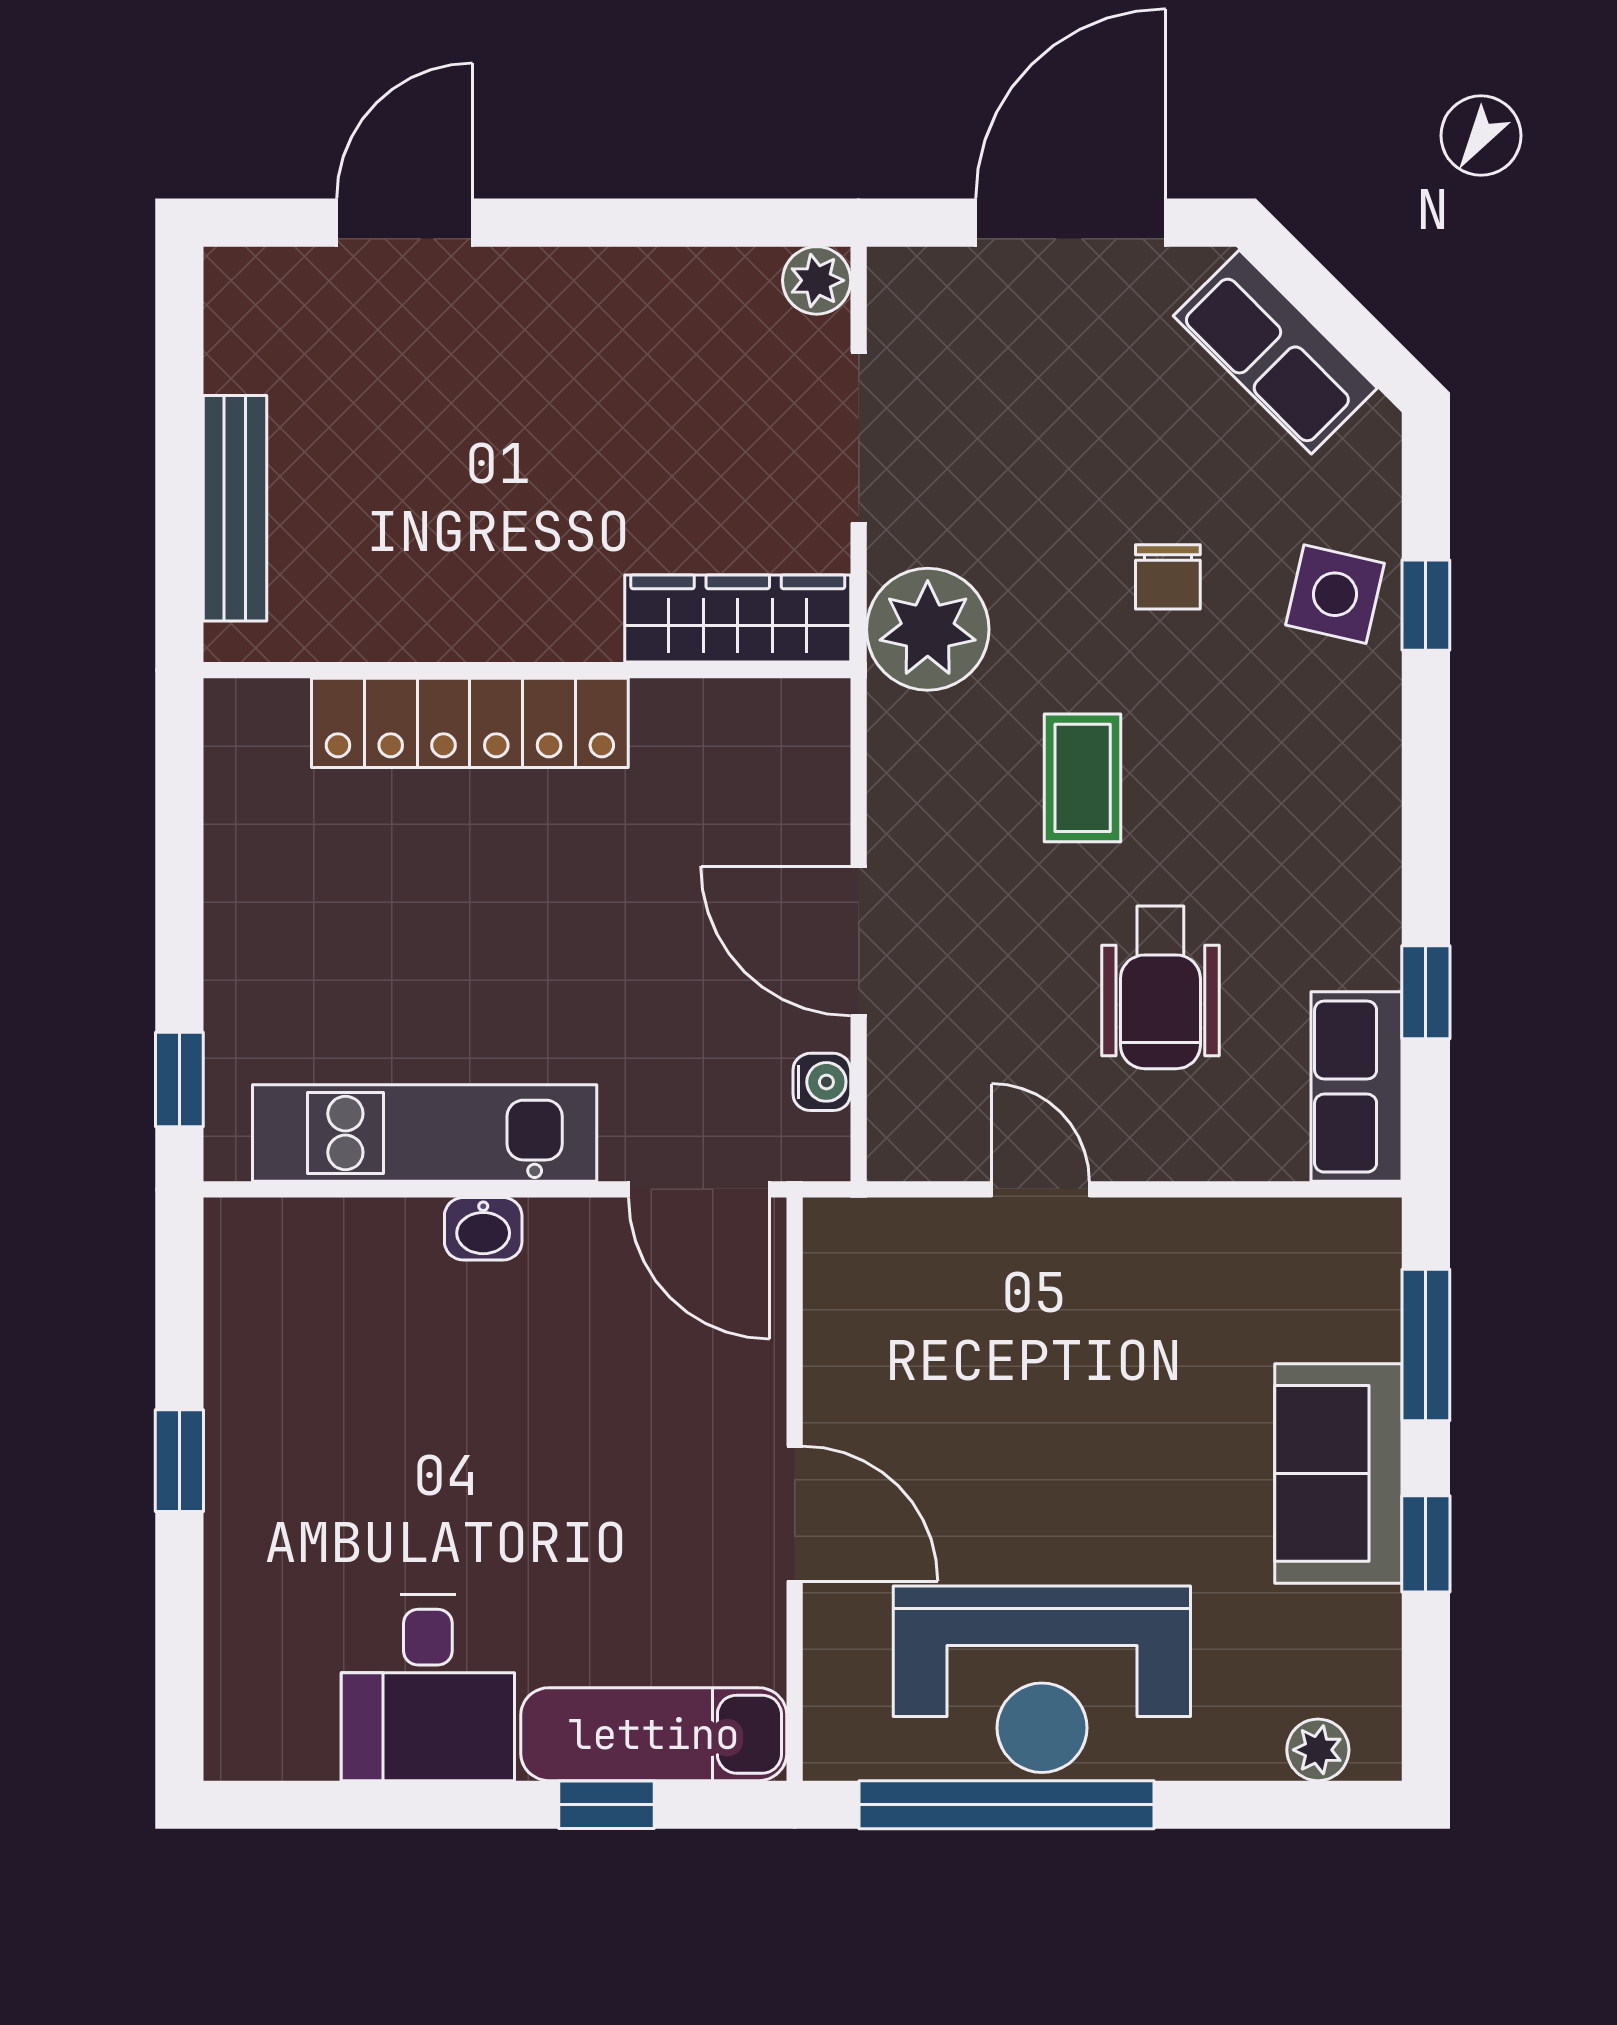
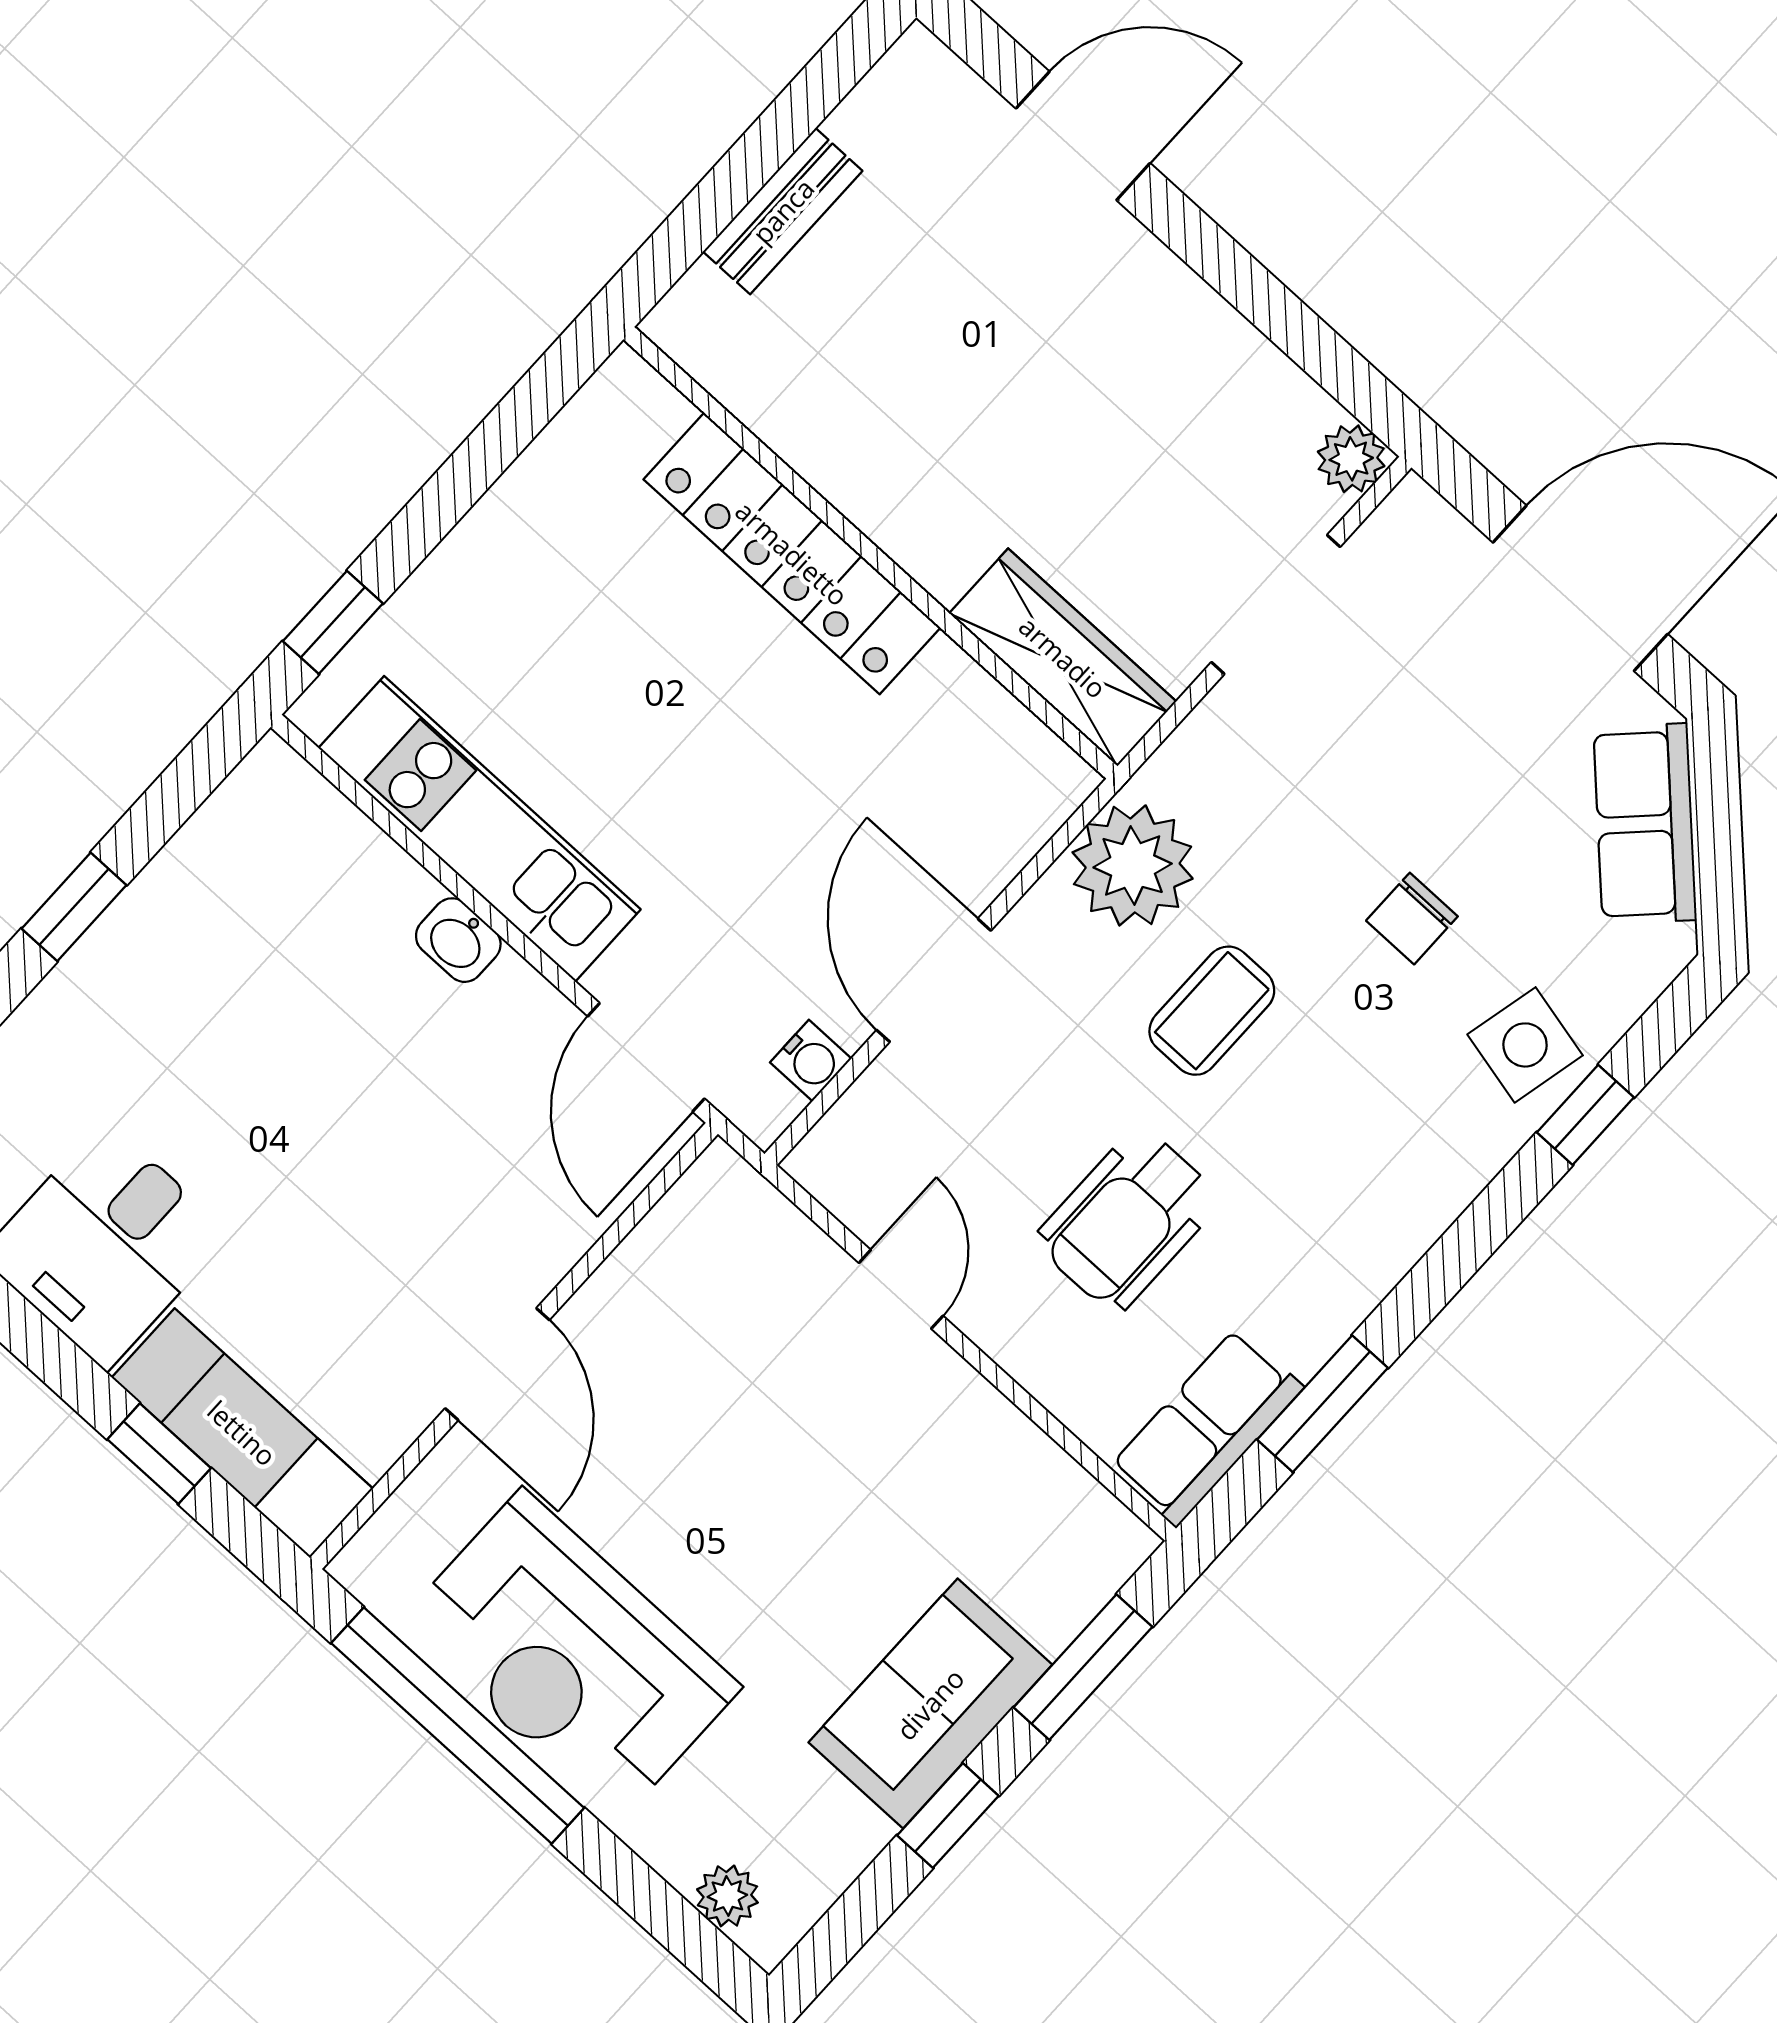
bench: (235, 508) -> (783, 211), width x0.73
plant: (928, 629) -> (1133, 865), moved
window: (1426, 992) -> (1323, 1404), width x1.50

